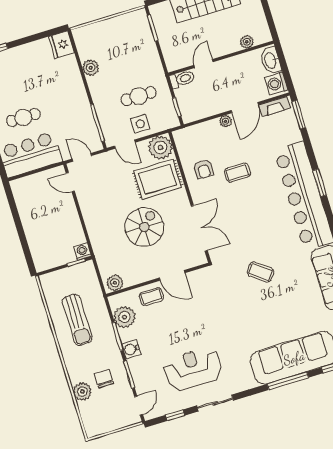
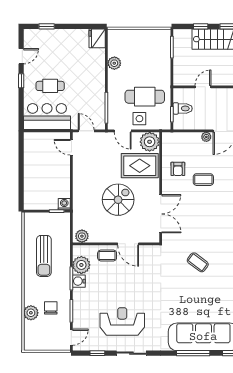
toilet: (182, 79) -> (183, 108), moved
cafe table: (139, 96) -> (145, 97), width x1.37, depth x1.35
water cooler: (131, 349) -> (79, 281), moved

